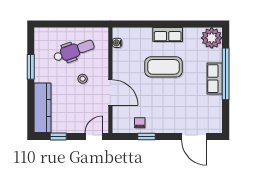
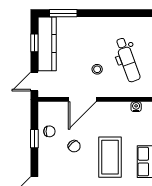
window: (31, 67) -> (63, 13), moved
chair: (153, 100) -> (74, 146), added
kitchen counter: (43, 108) -> (47, 44), moved, turned -90
door: (94, 137) -> (34, 81), swing flipped

